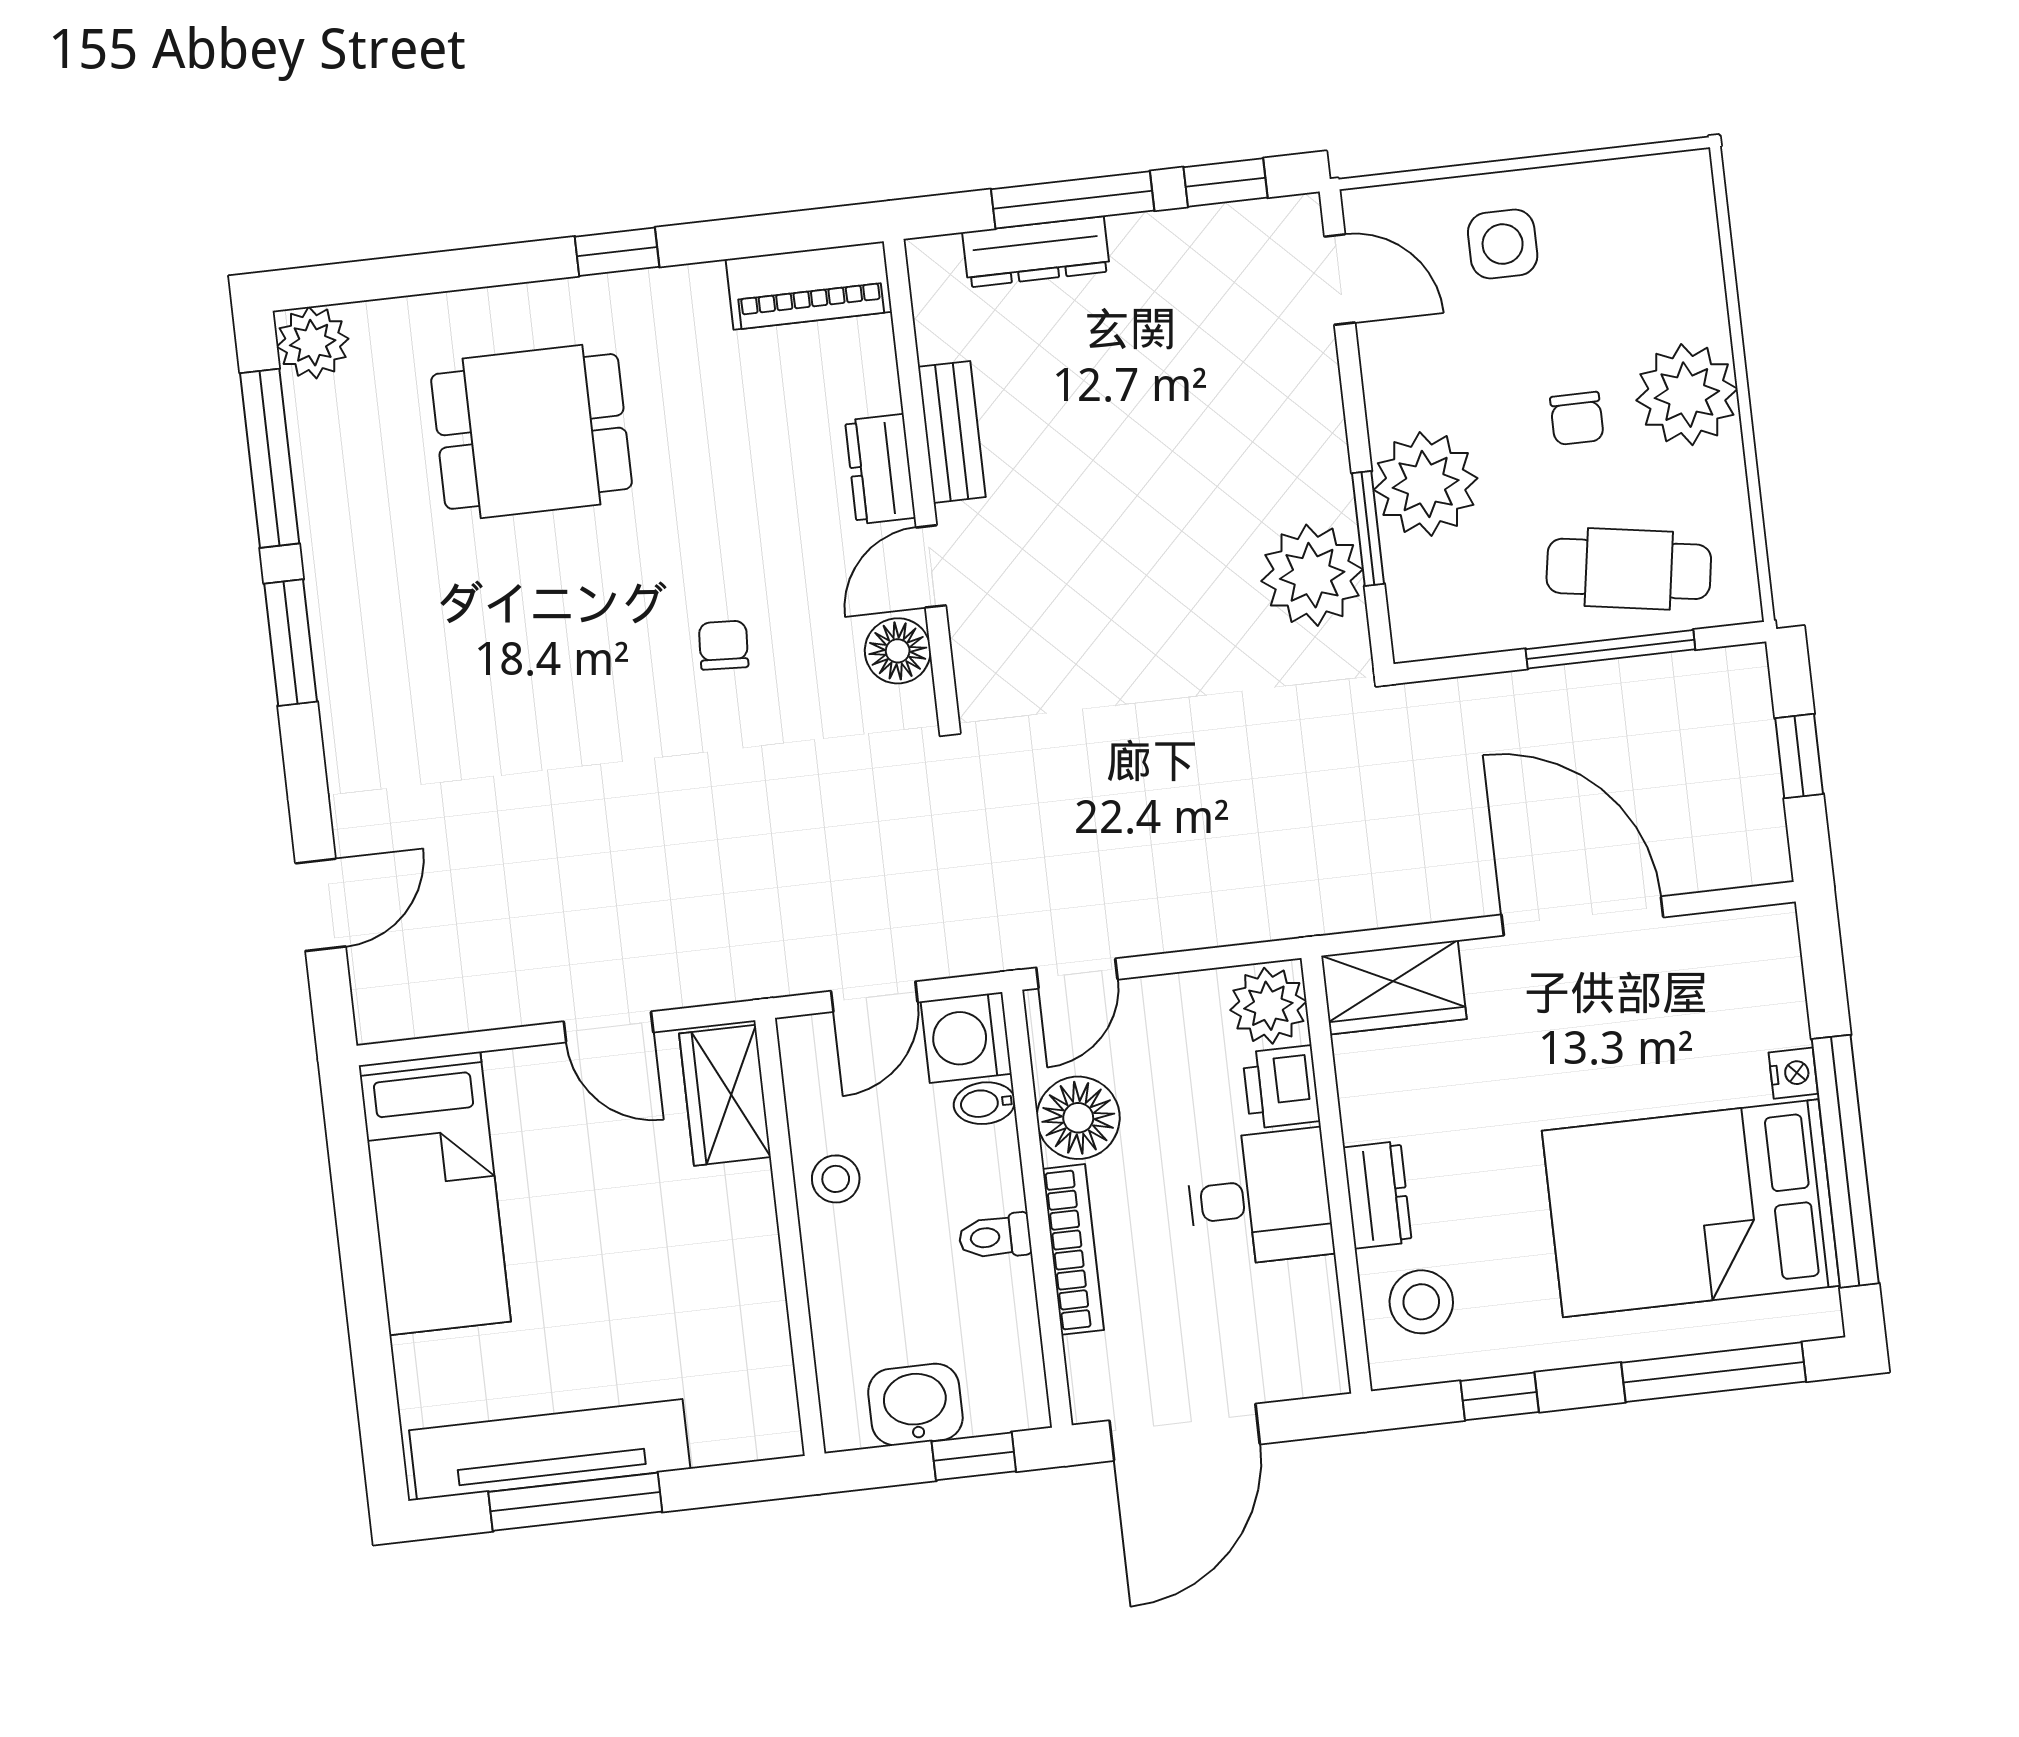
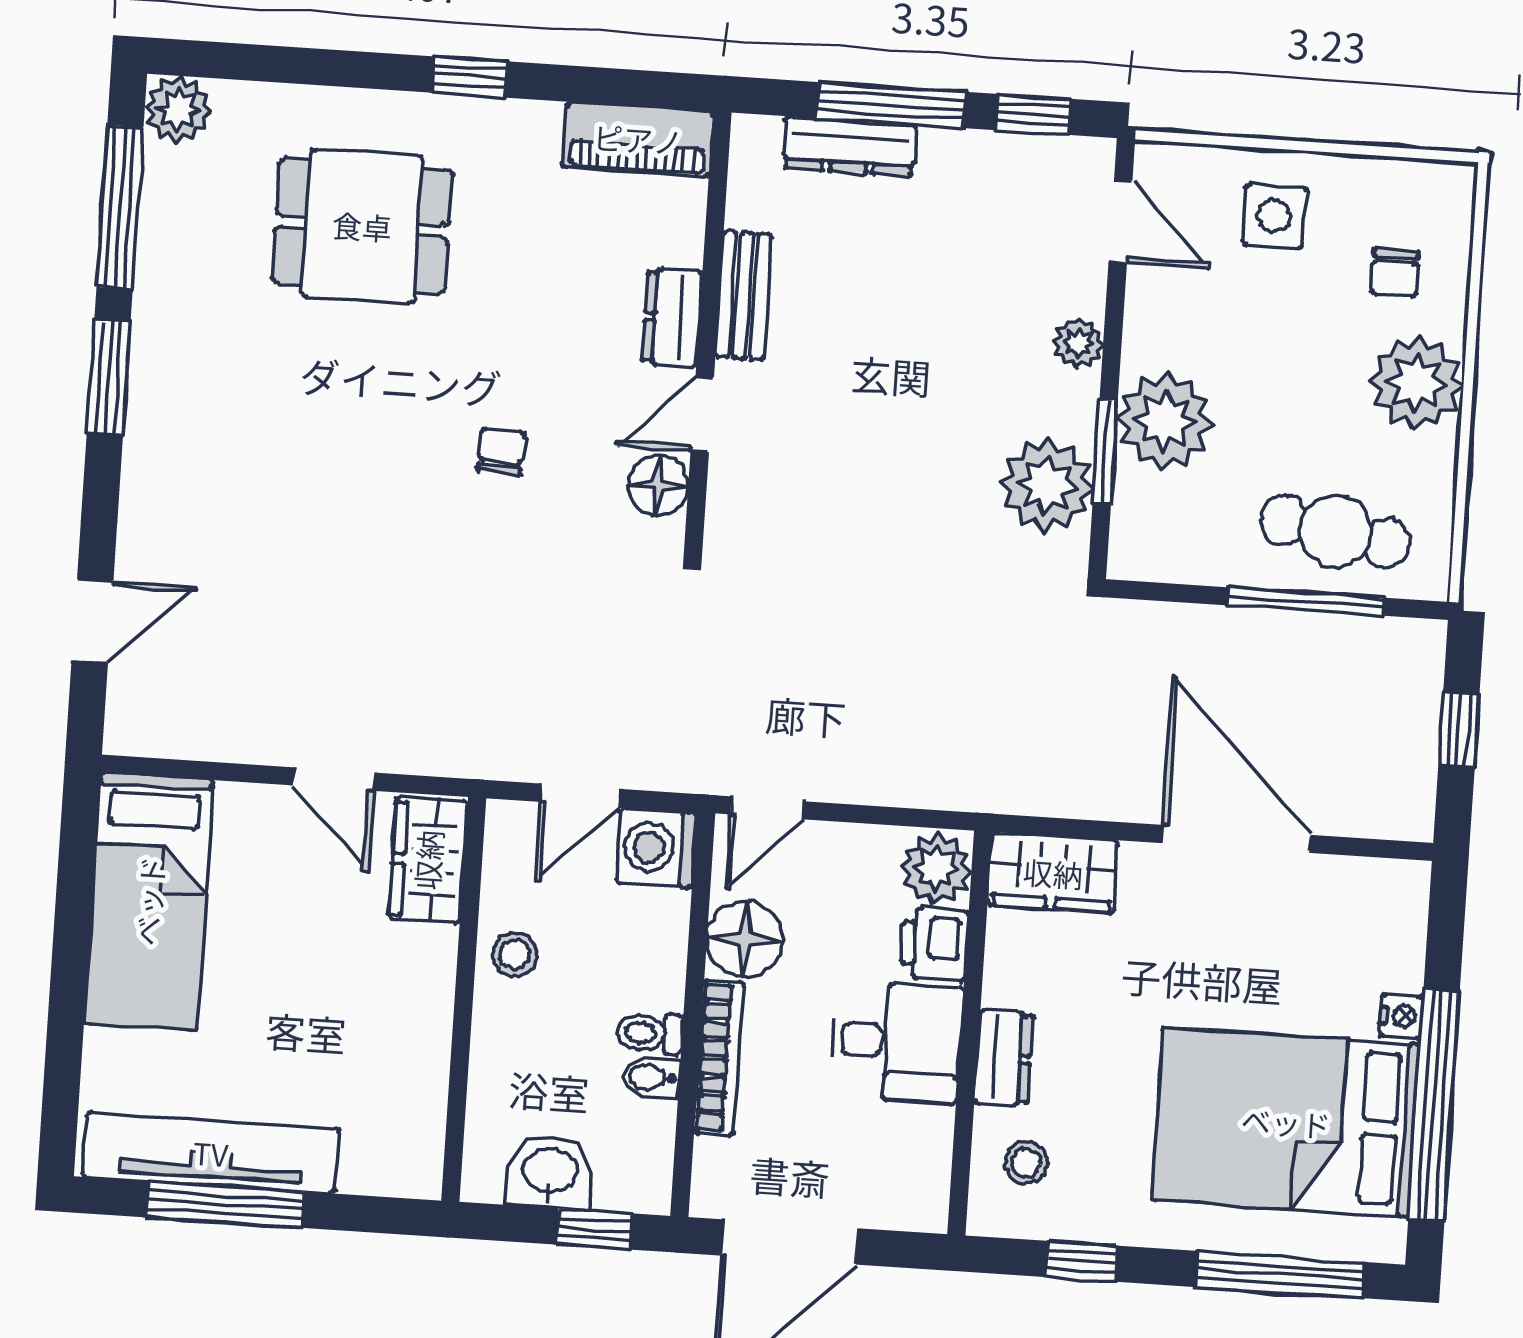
plant: (1318, 417) -> (1078, 343), added
chair: (1577, 418) -> (1395, 273), moved
bidet: (984, 1103) -> (651, 1077), moved
stool: (1421, 1302) -> (1026, 1163), width x0.73, depth x0.73

